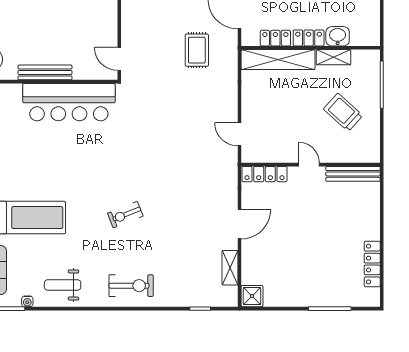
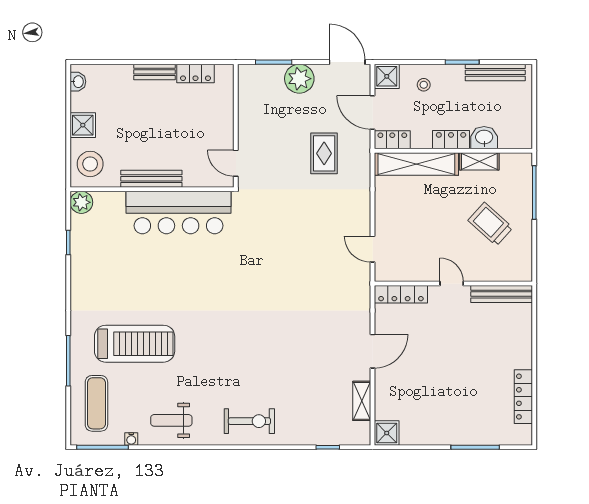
locker: (275, 38) -> (392, 140), moved
exercise bike: (125, 215) -> (243, 340), removed

